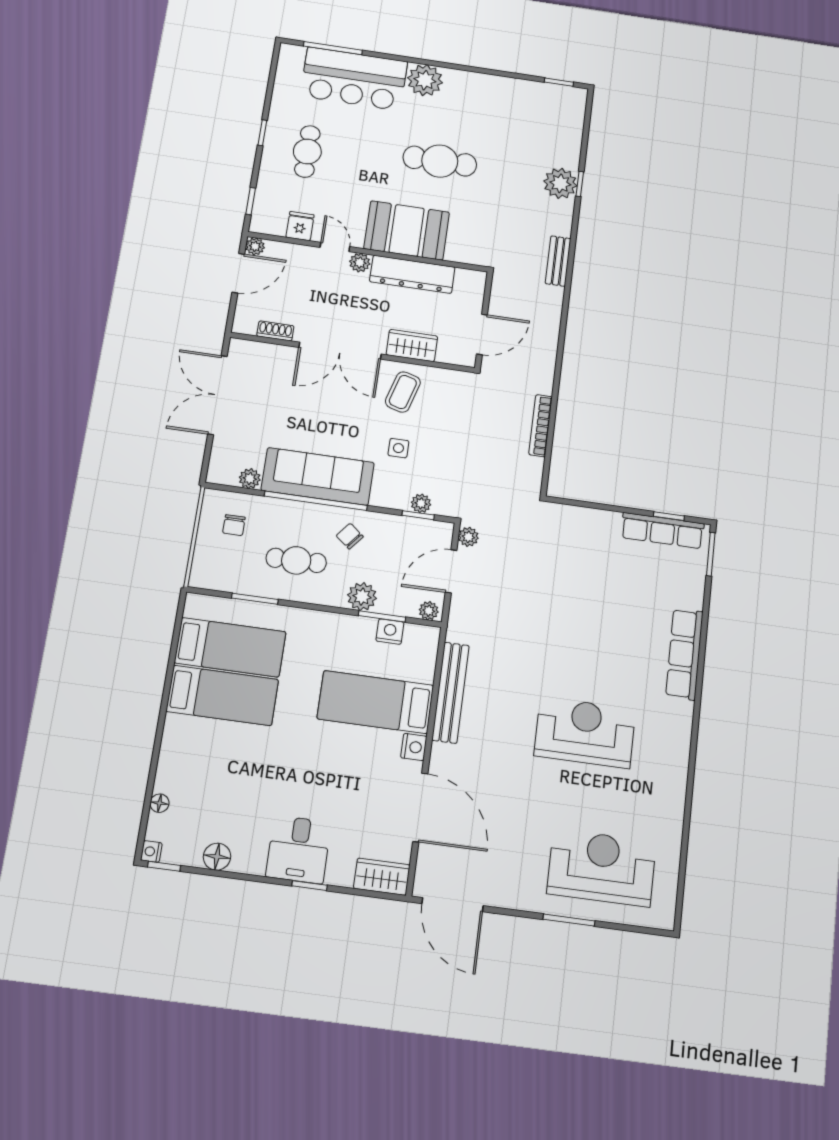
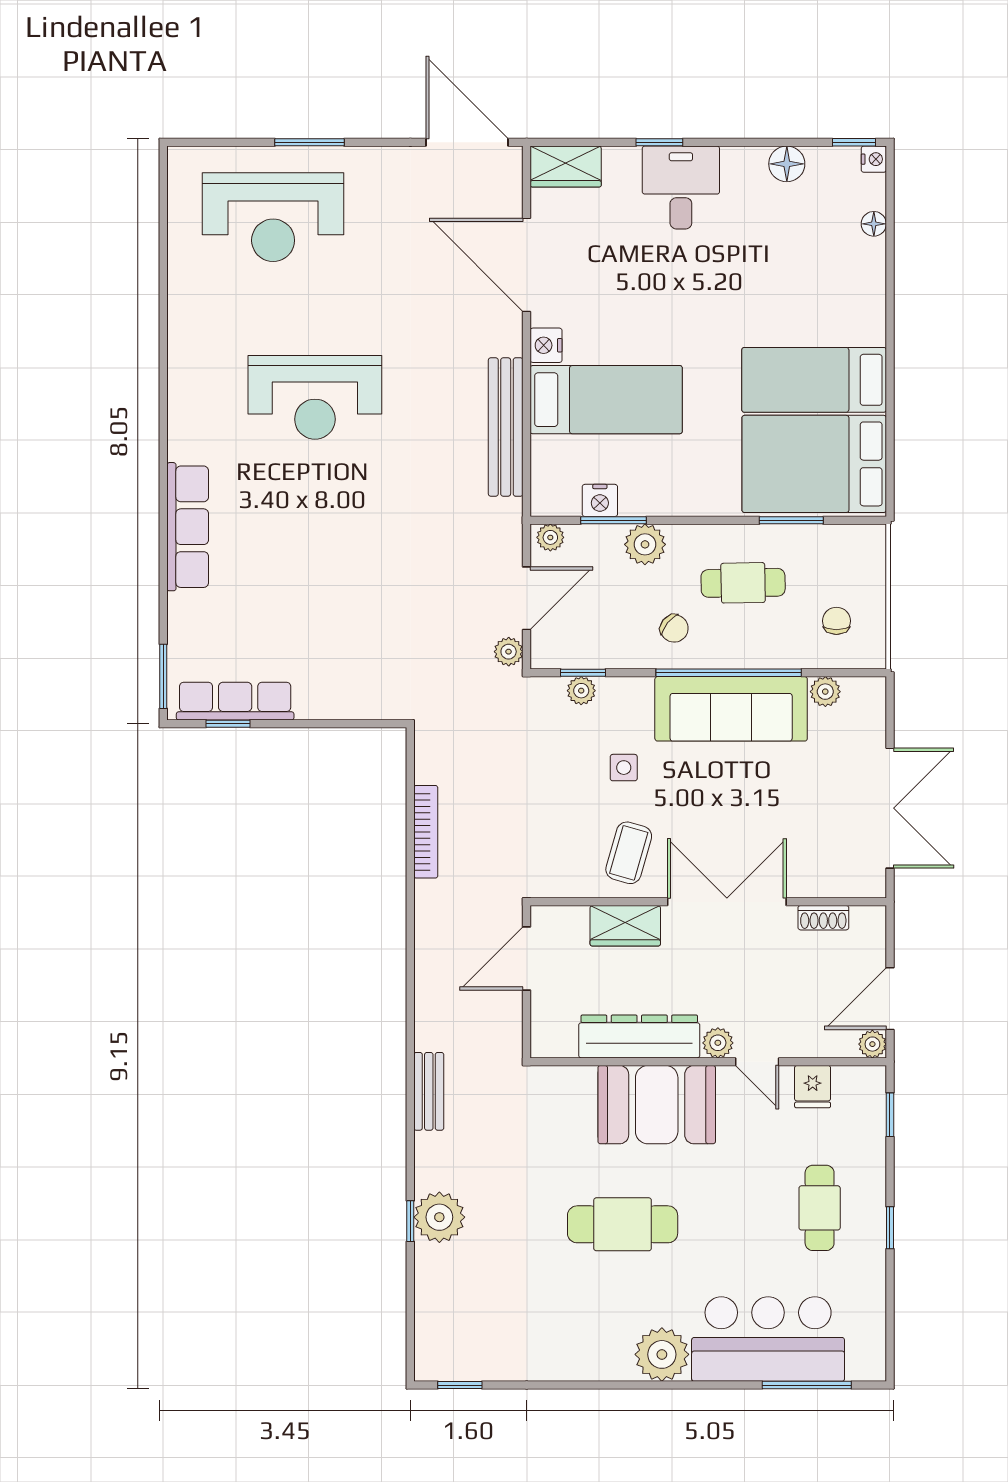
bed: (230, 647) -> (814, 464), width x1.50

